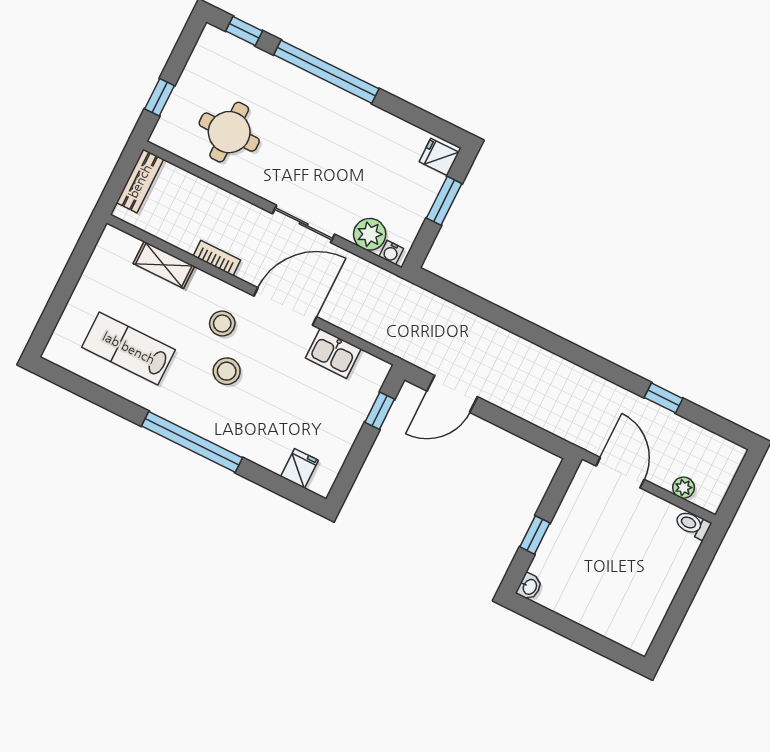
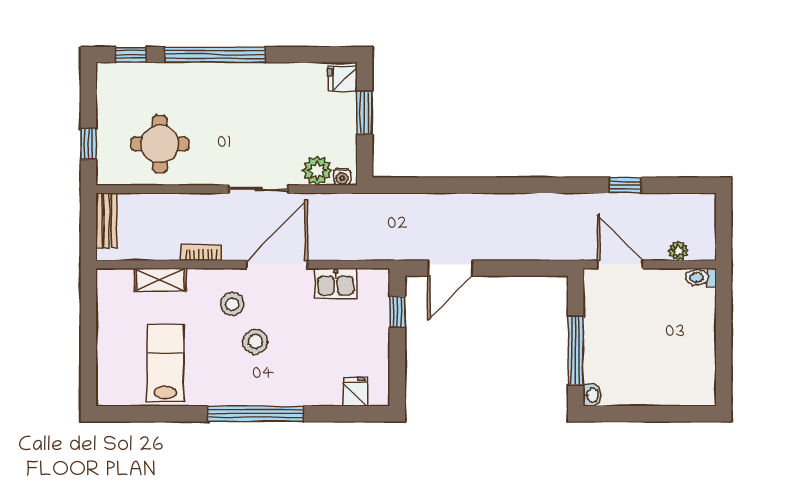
lab bench: (129, 348) -> (165, 363), turned 90
window: (535, 535) -> (576, 350), width x2.17

